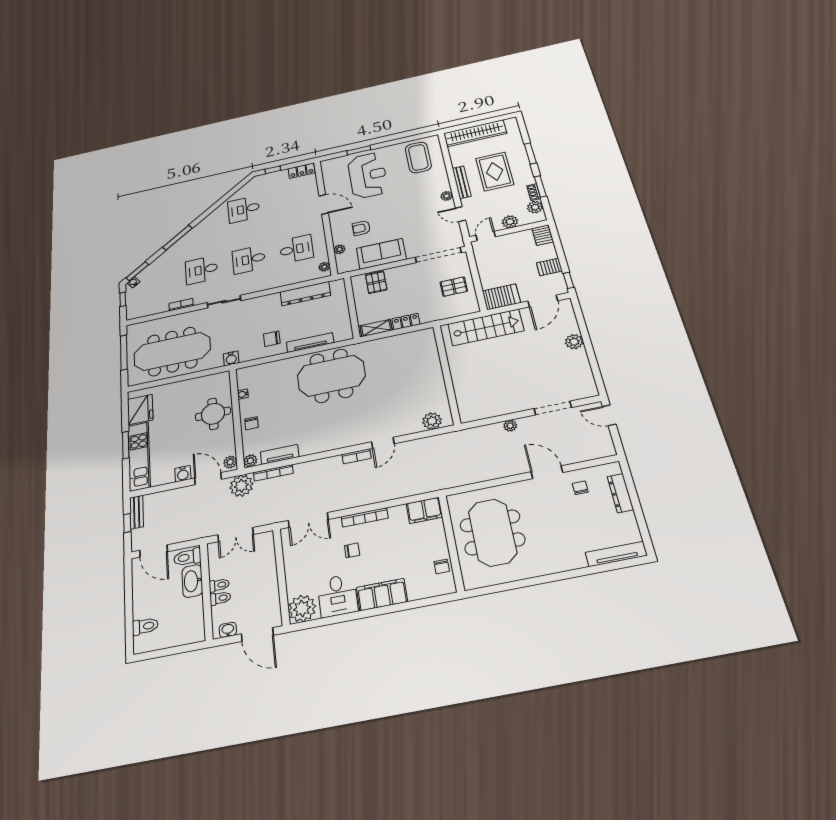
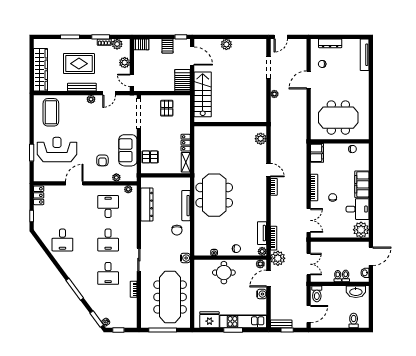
coffee table: (418, 157) -> (51, 112), turned 90
washbasin: (192, 581) -> (356, 292), moved

